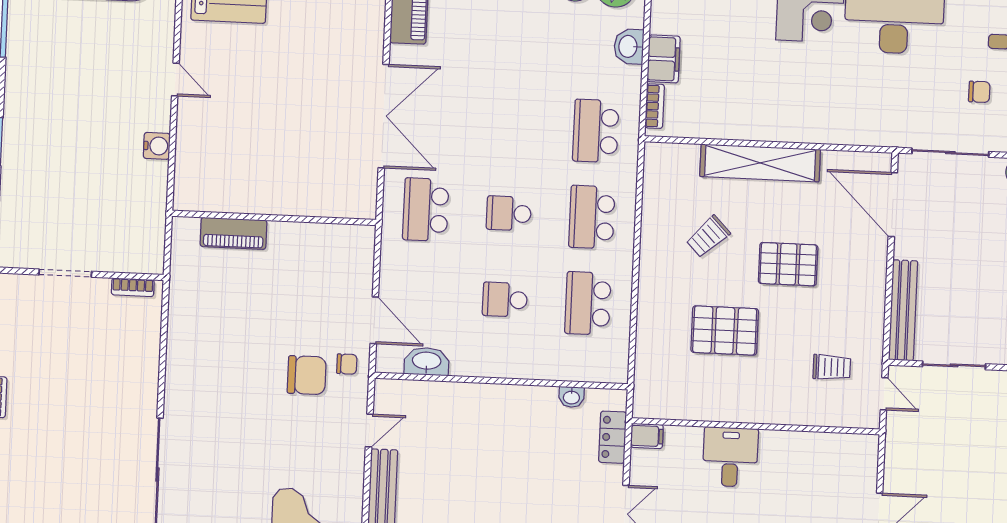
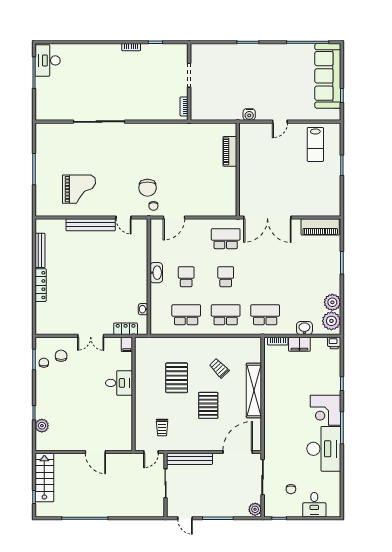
wall: (274, 218) -> (238, 170), moved
piano: (233, 233) -> (230, 151), moved
washbasin: (427, 361) -> (156, 273), moved

